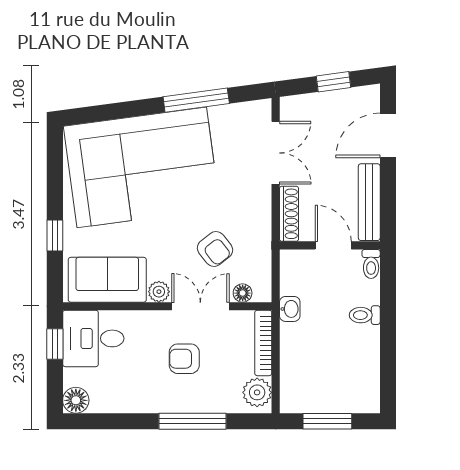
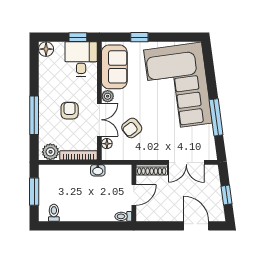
bench: (369, 202) -> (158, 215), removed
toilet: (365, 315) -> (54, 213), moved

